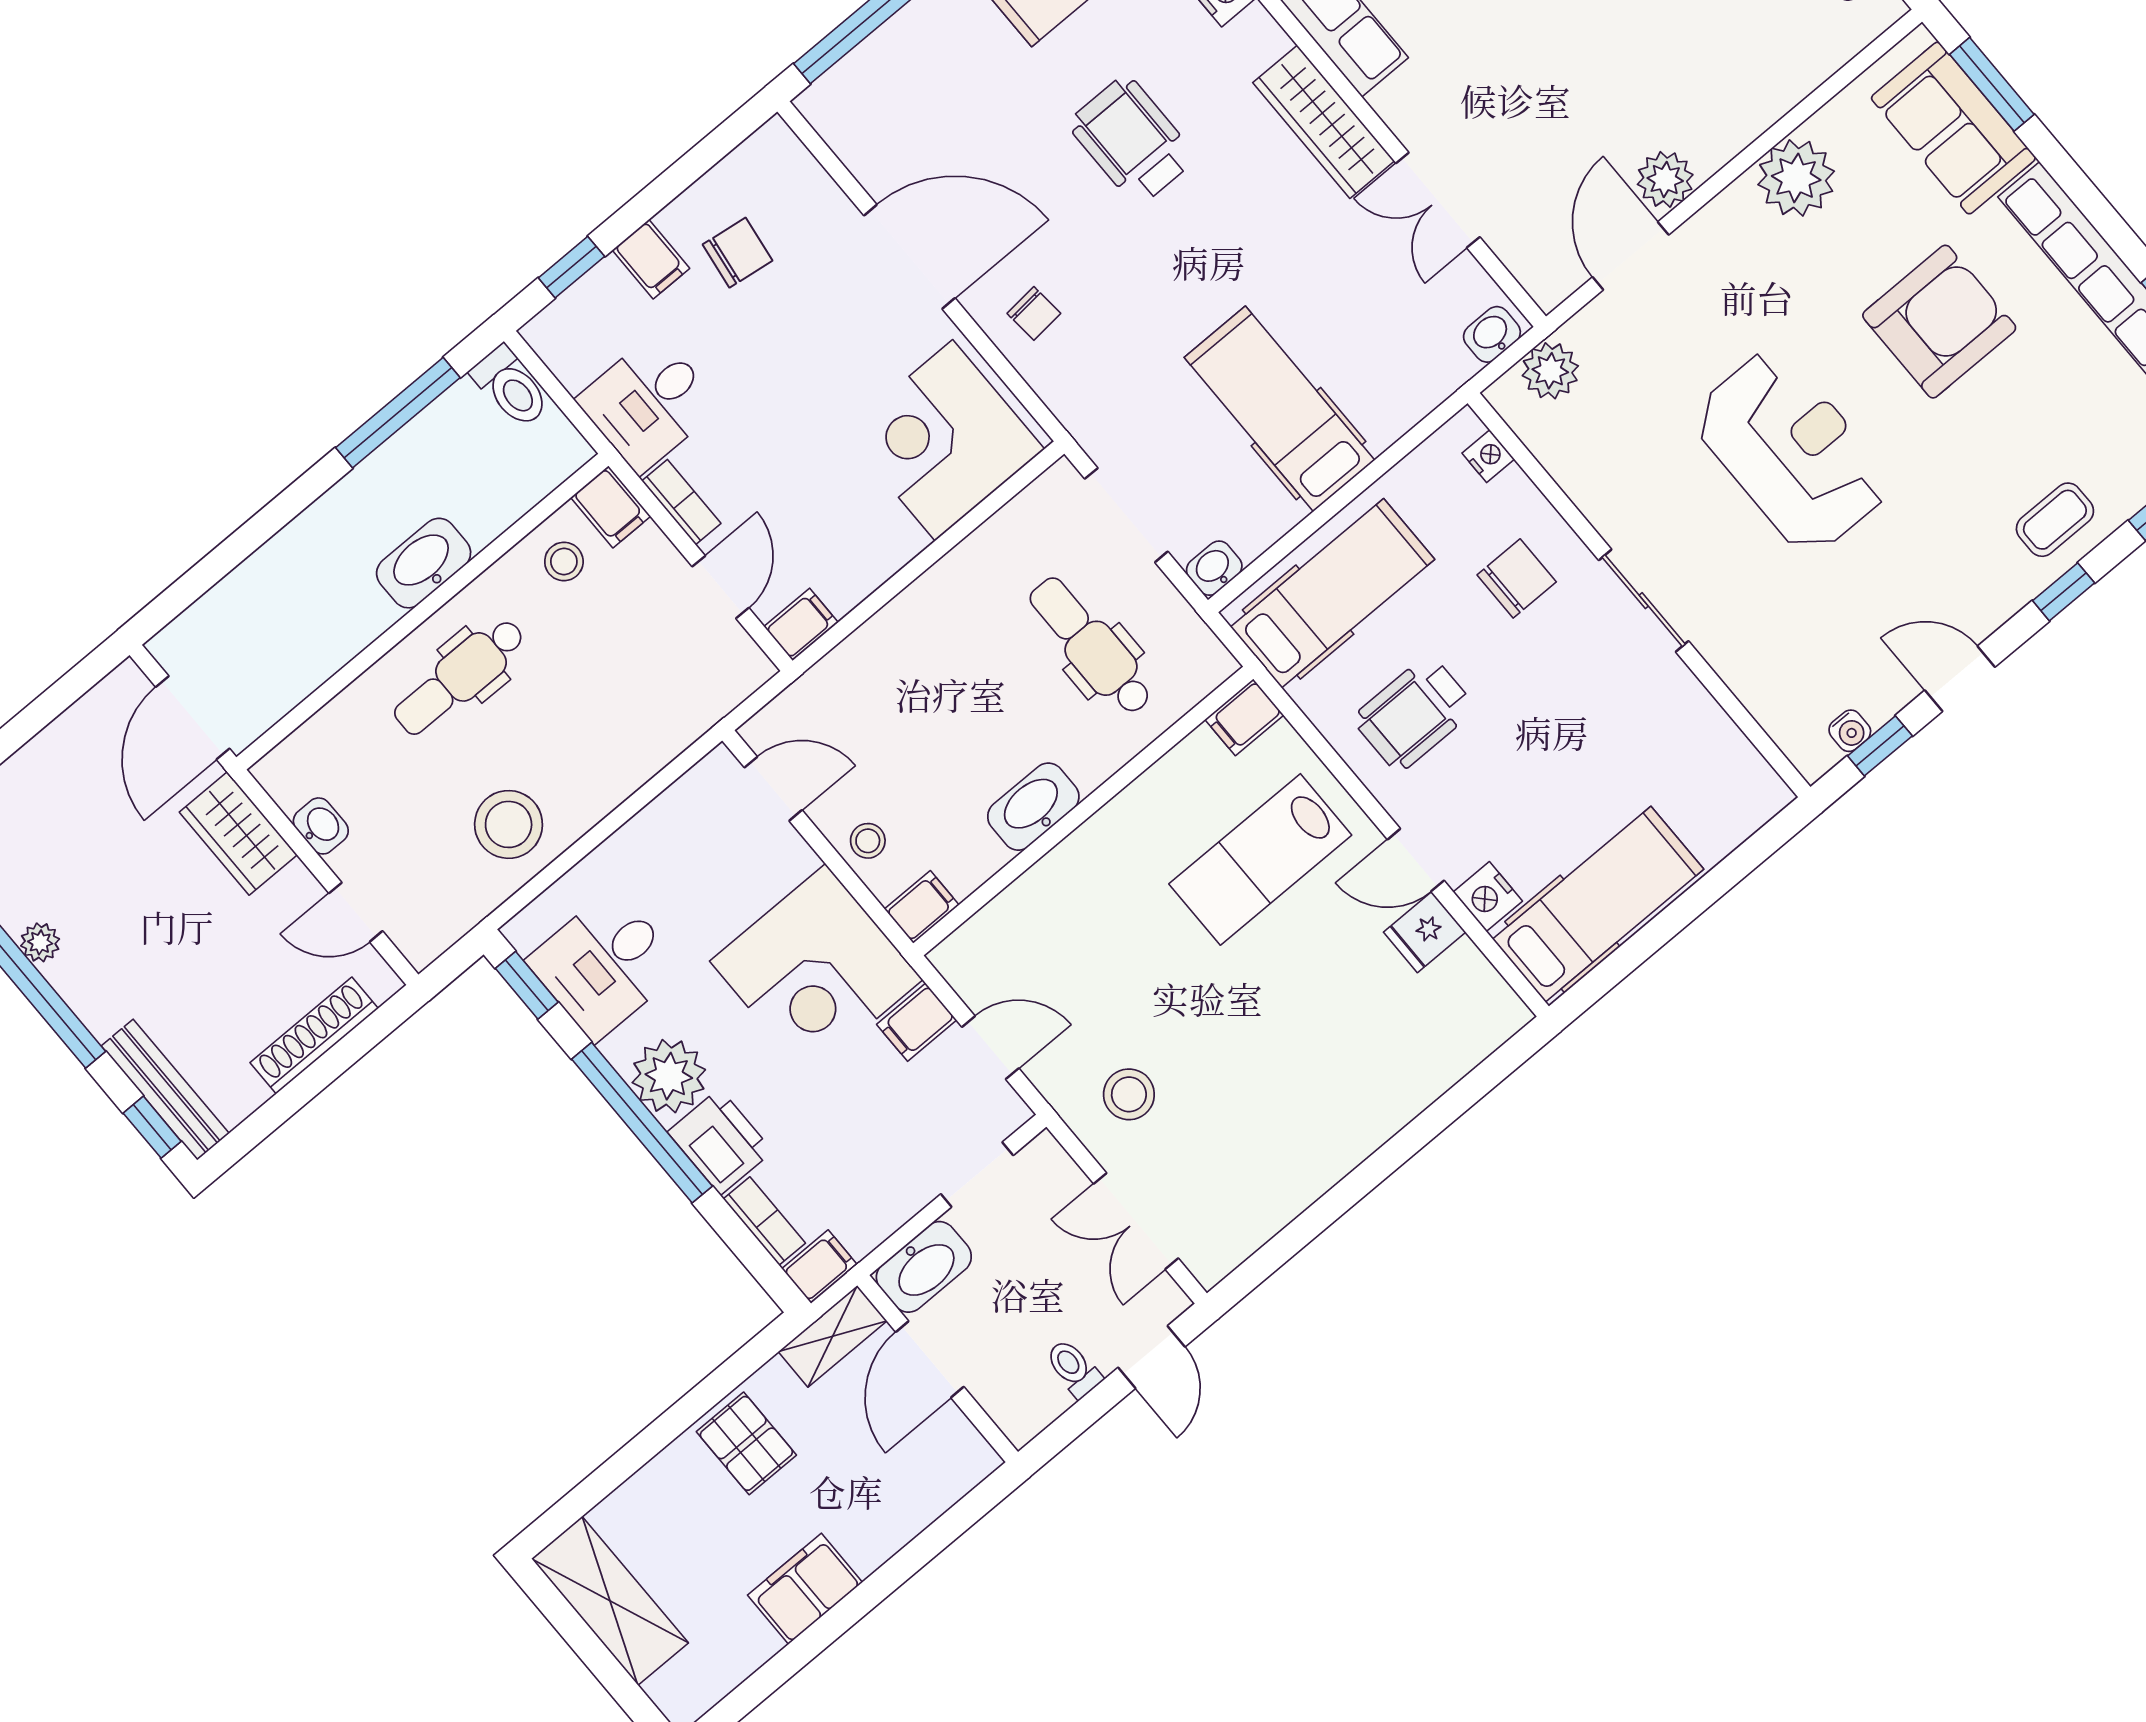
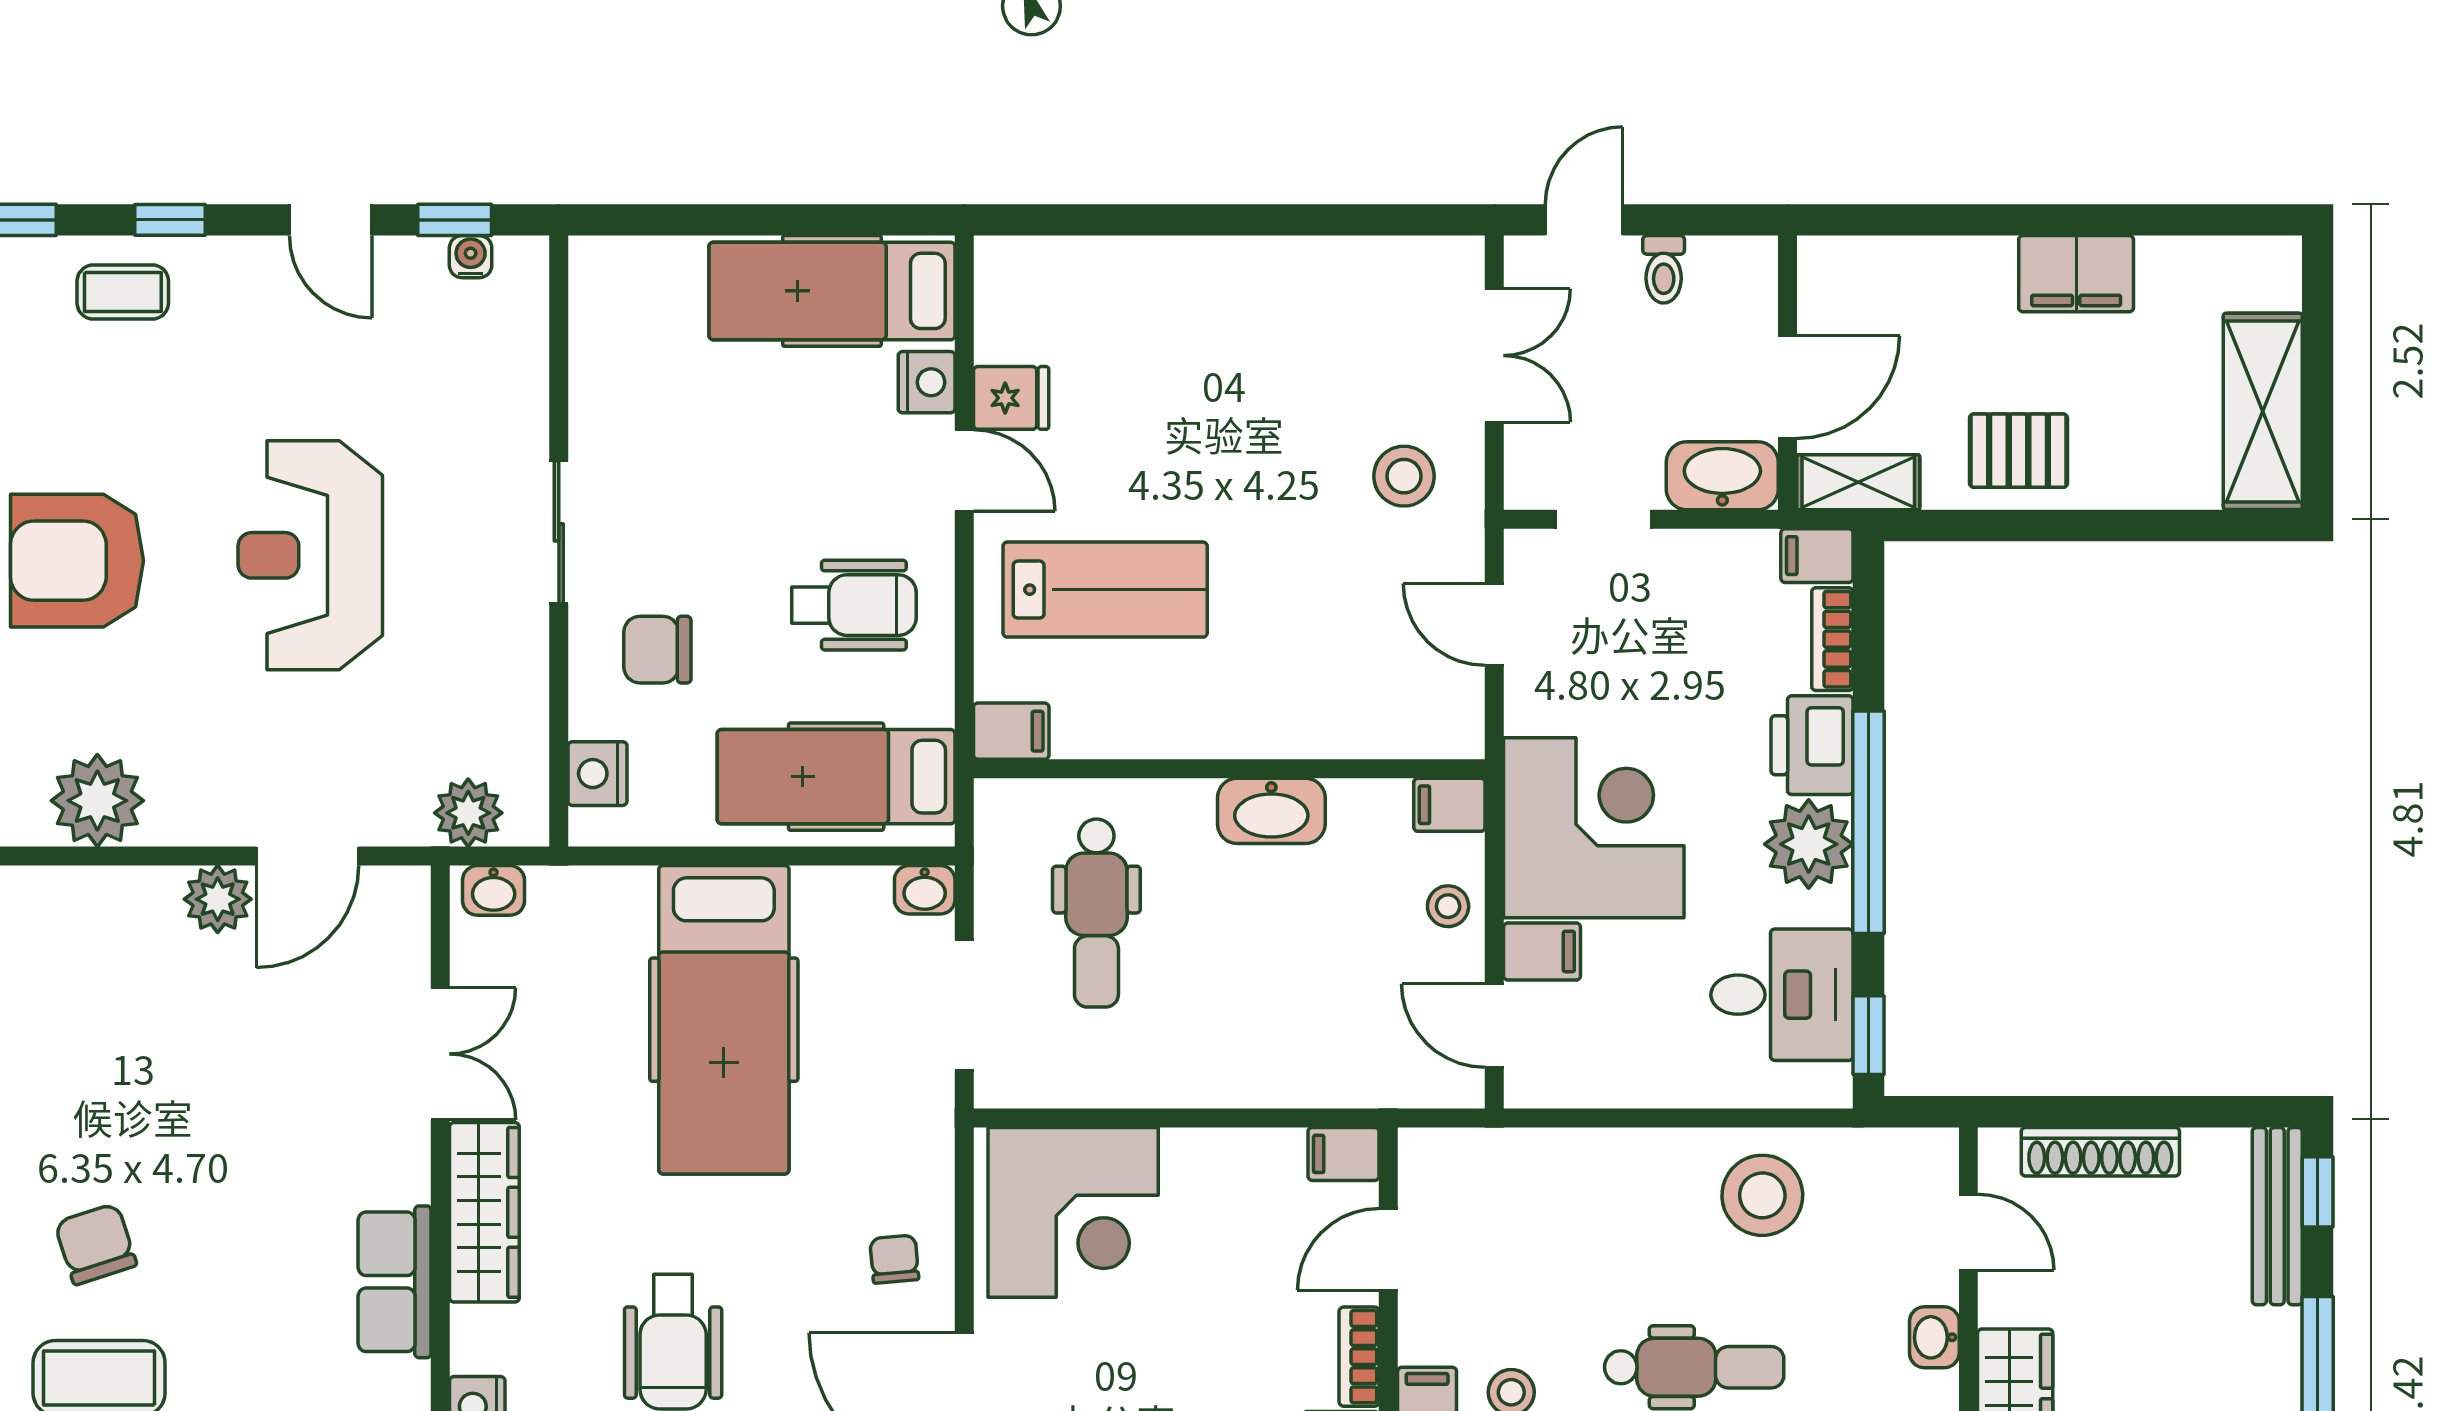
hospital bed: (1279, 409) -> (724, 1020), width x1.37, depth x1.29
nightstand: (1488, 456) -> (598, 774), width x1.39, depth x1.35
filing cabinet: (917, 1022) -> (1542, 951), moved
pallet: (746, 1443) -> (2018, 451), turned 90

